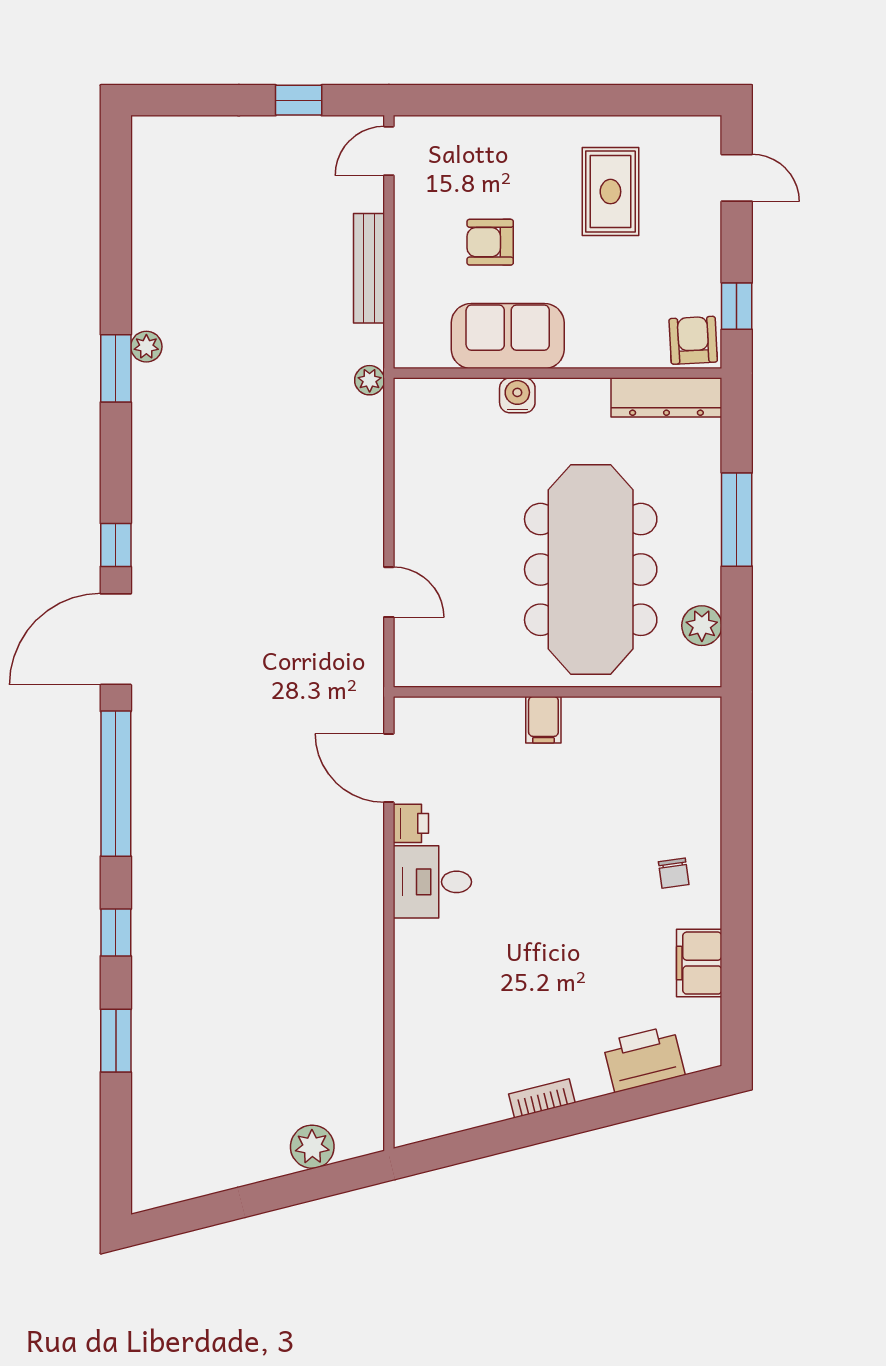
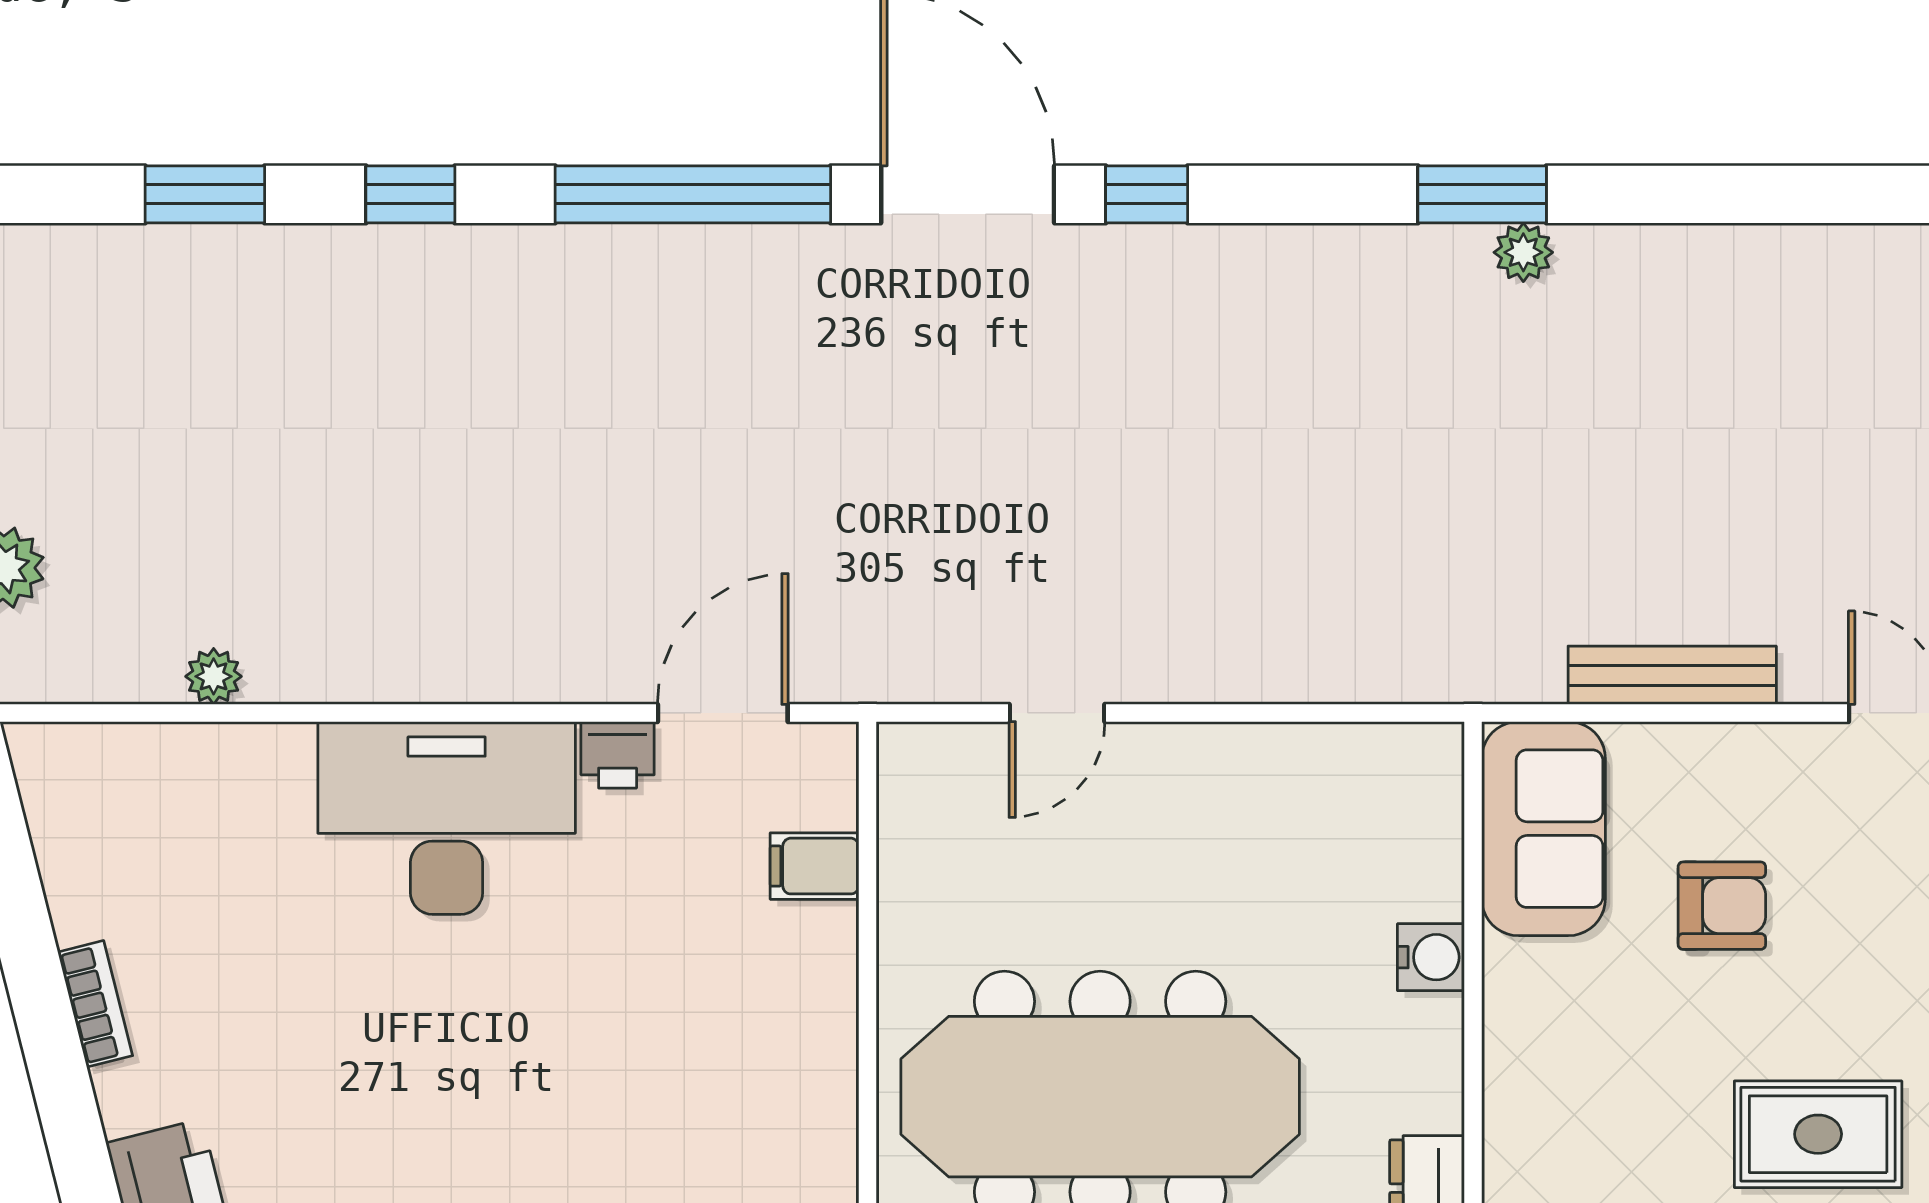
armchair: (490, 242) -> (1722, 906), turned 90
sofa: (508, 336) -> (1543, 829), moved
plant: (370, 380) -> (214, 676), moved
filing cabinet: (543, 720) -> (815, 866), moved
desk: (432, 882) -> (447, 818), width x1.87, depth x1.30

